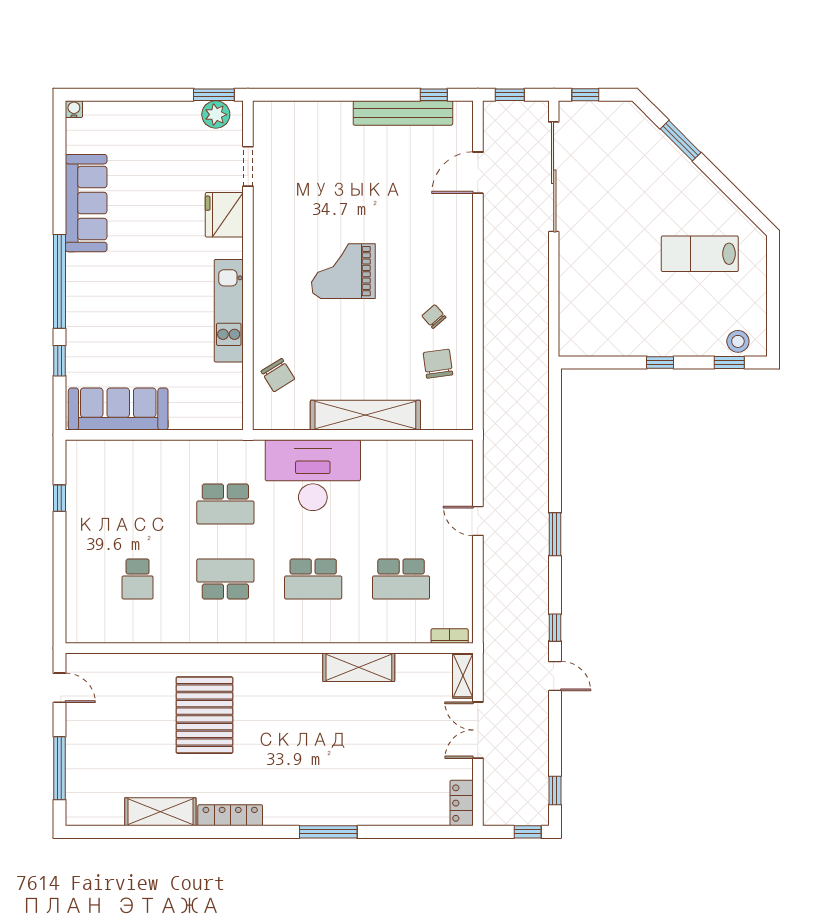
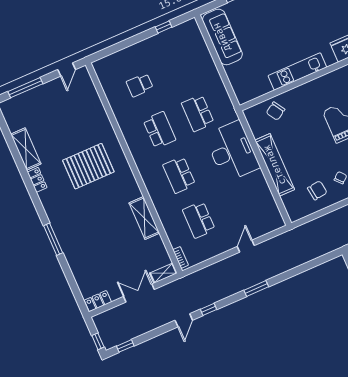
pallet: (204, 715) -> (88, 166), moved
locker: (230, 815) -> (37, 180), width x0.66

